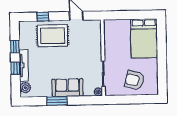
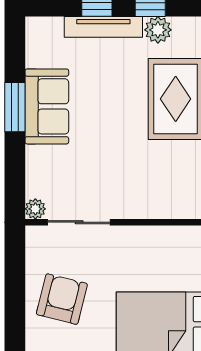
plant: (25, 88) -> (158, 30), moved
sofa: (67, 88) -> (47, 106), moved

